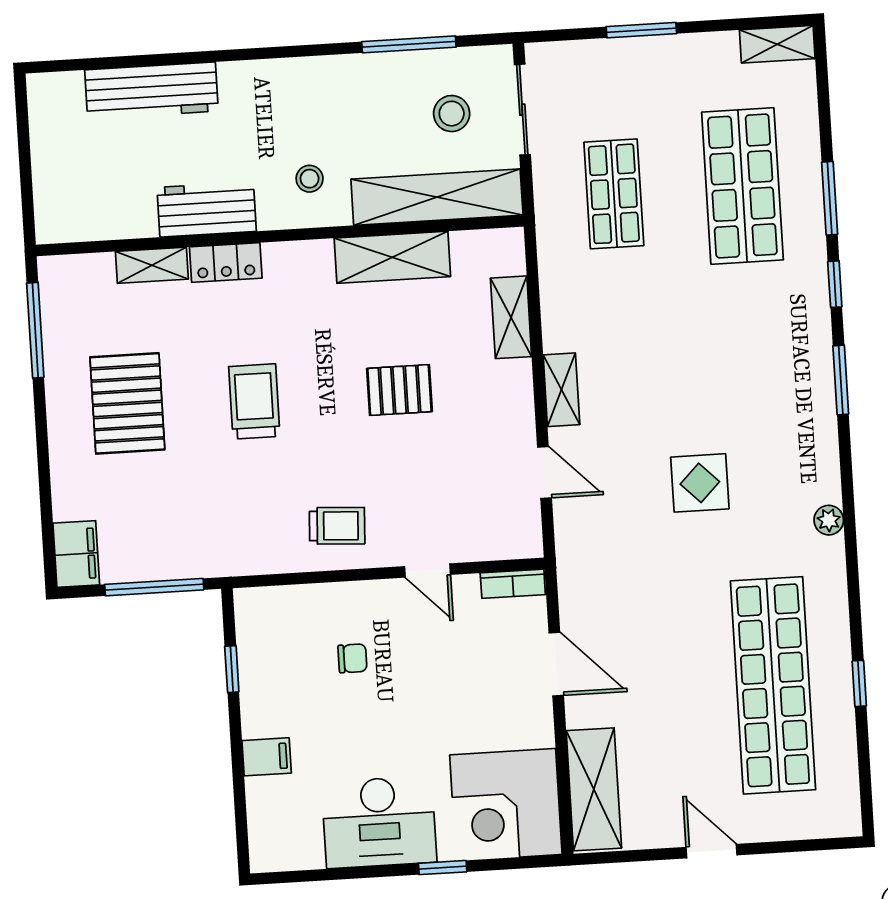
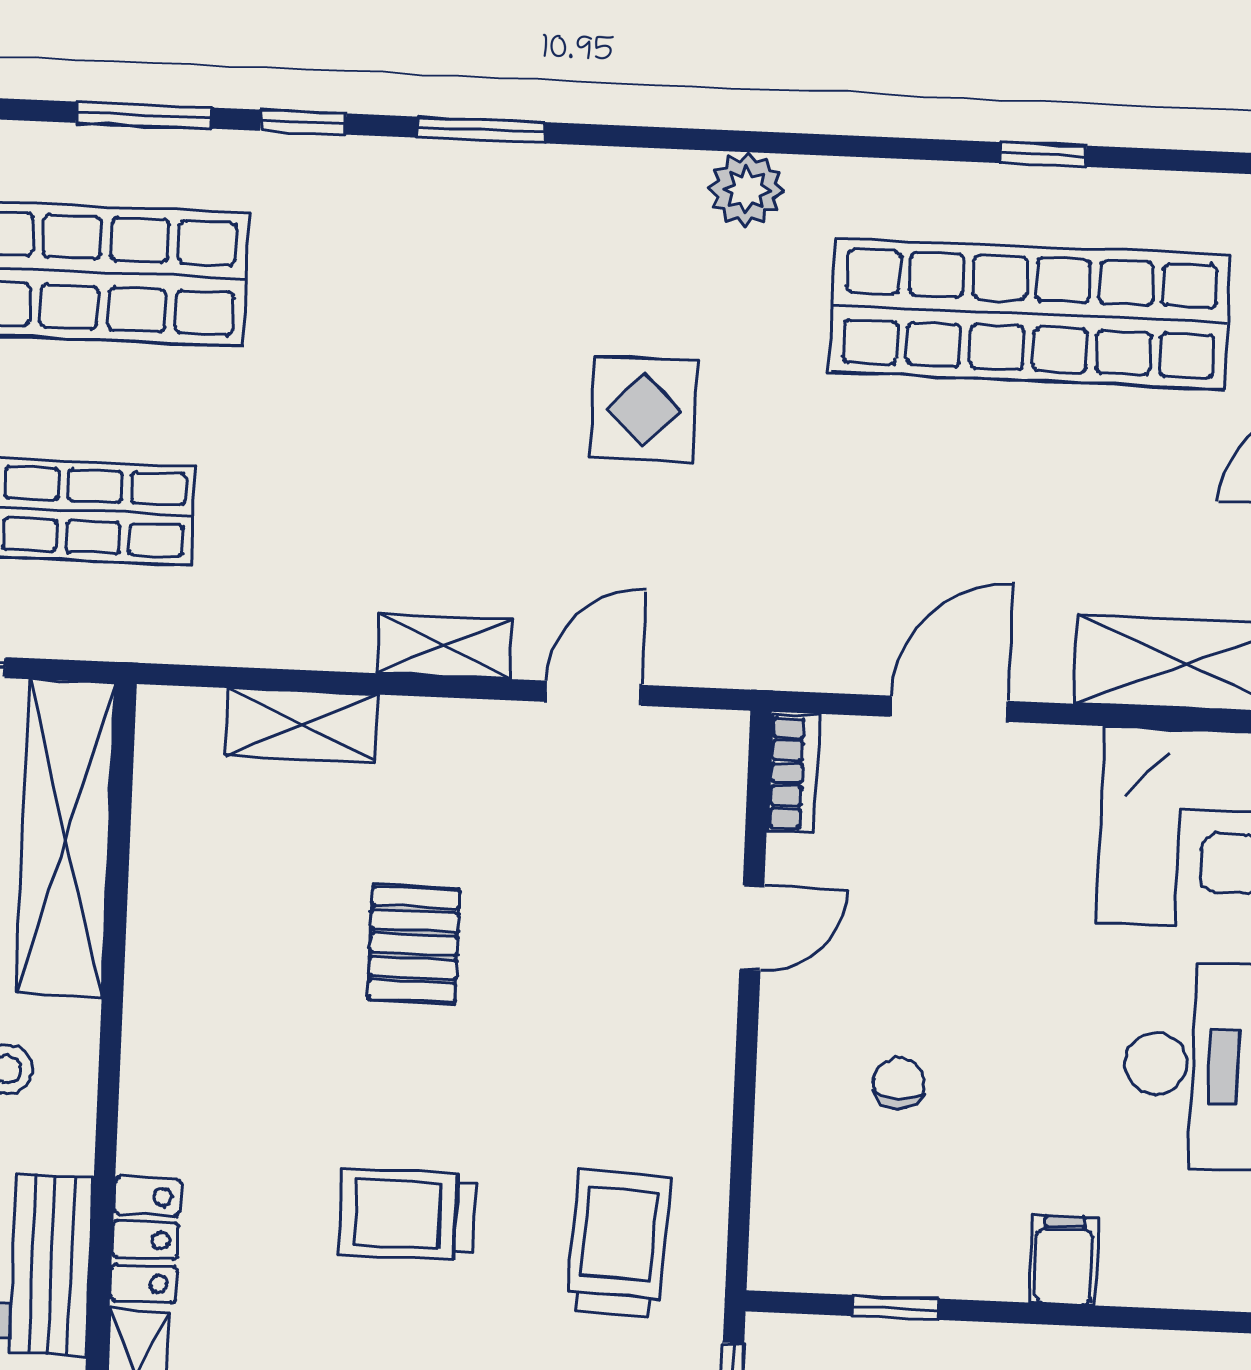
shelving: (392, 257) -> (168, 932), removed
plant: (829, 520) -> (746, 190), width x1.38, depth x1.38
trolley: (337, 526) -> (618, 1244), moved, width x1.36, depth x1.39

